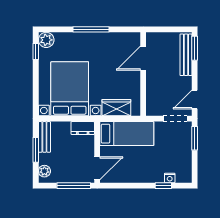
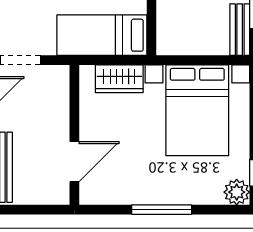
dresser: (83, 128) -> (176, 45), removed

